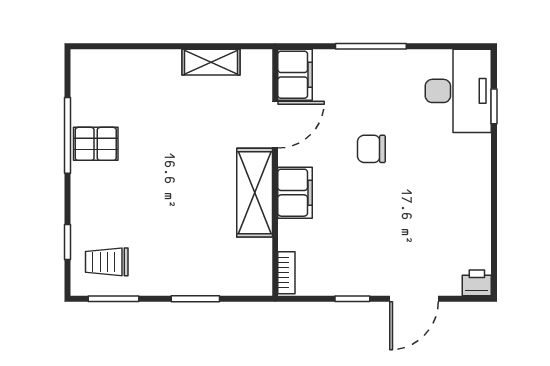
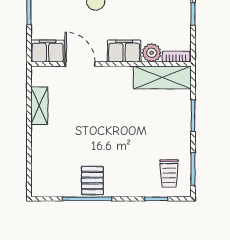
shelving: (255, 193) -> (162, 77), moved
plant: (292, 235) -> (152, 53), added

